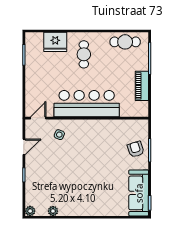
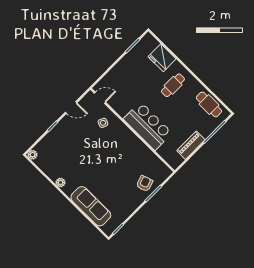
bar counter: (87, 104) -> (148, 126), width x0.73
sofa: (139, 193) -> (91, 206), moved, turned 90
plant: (53, 211) -> (60, 183), moved

